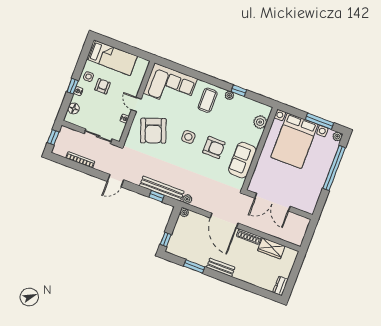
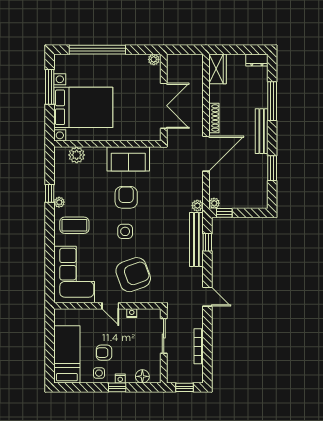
door: (136, 104) -> (110, 306), hinge flipped
plant: (337, 137) -> (154, 59), moved
window: (166, 239) -> (224, 213), moved
wardrobe: (271, 248) -> (217, 69), moved
bench: (221, 267) -> (262, 131), width x1.36
window: (245, 286) -> (272, 101), added

